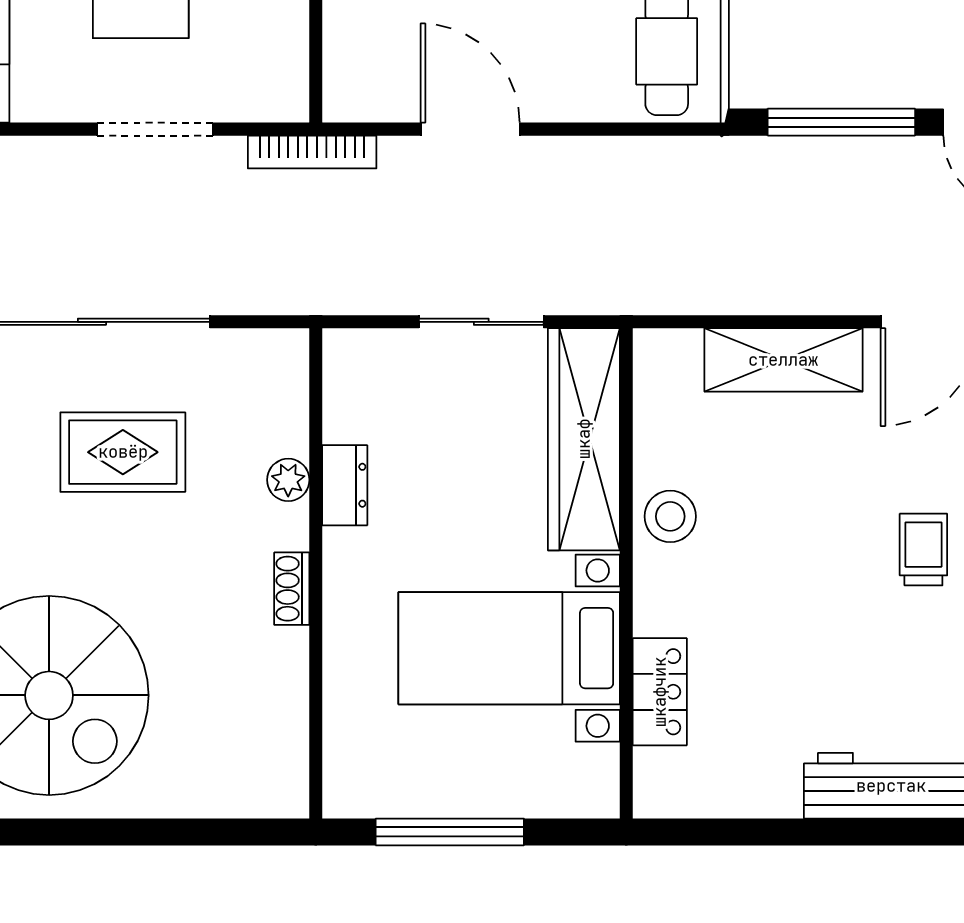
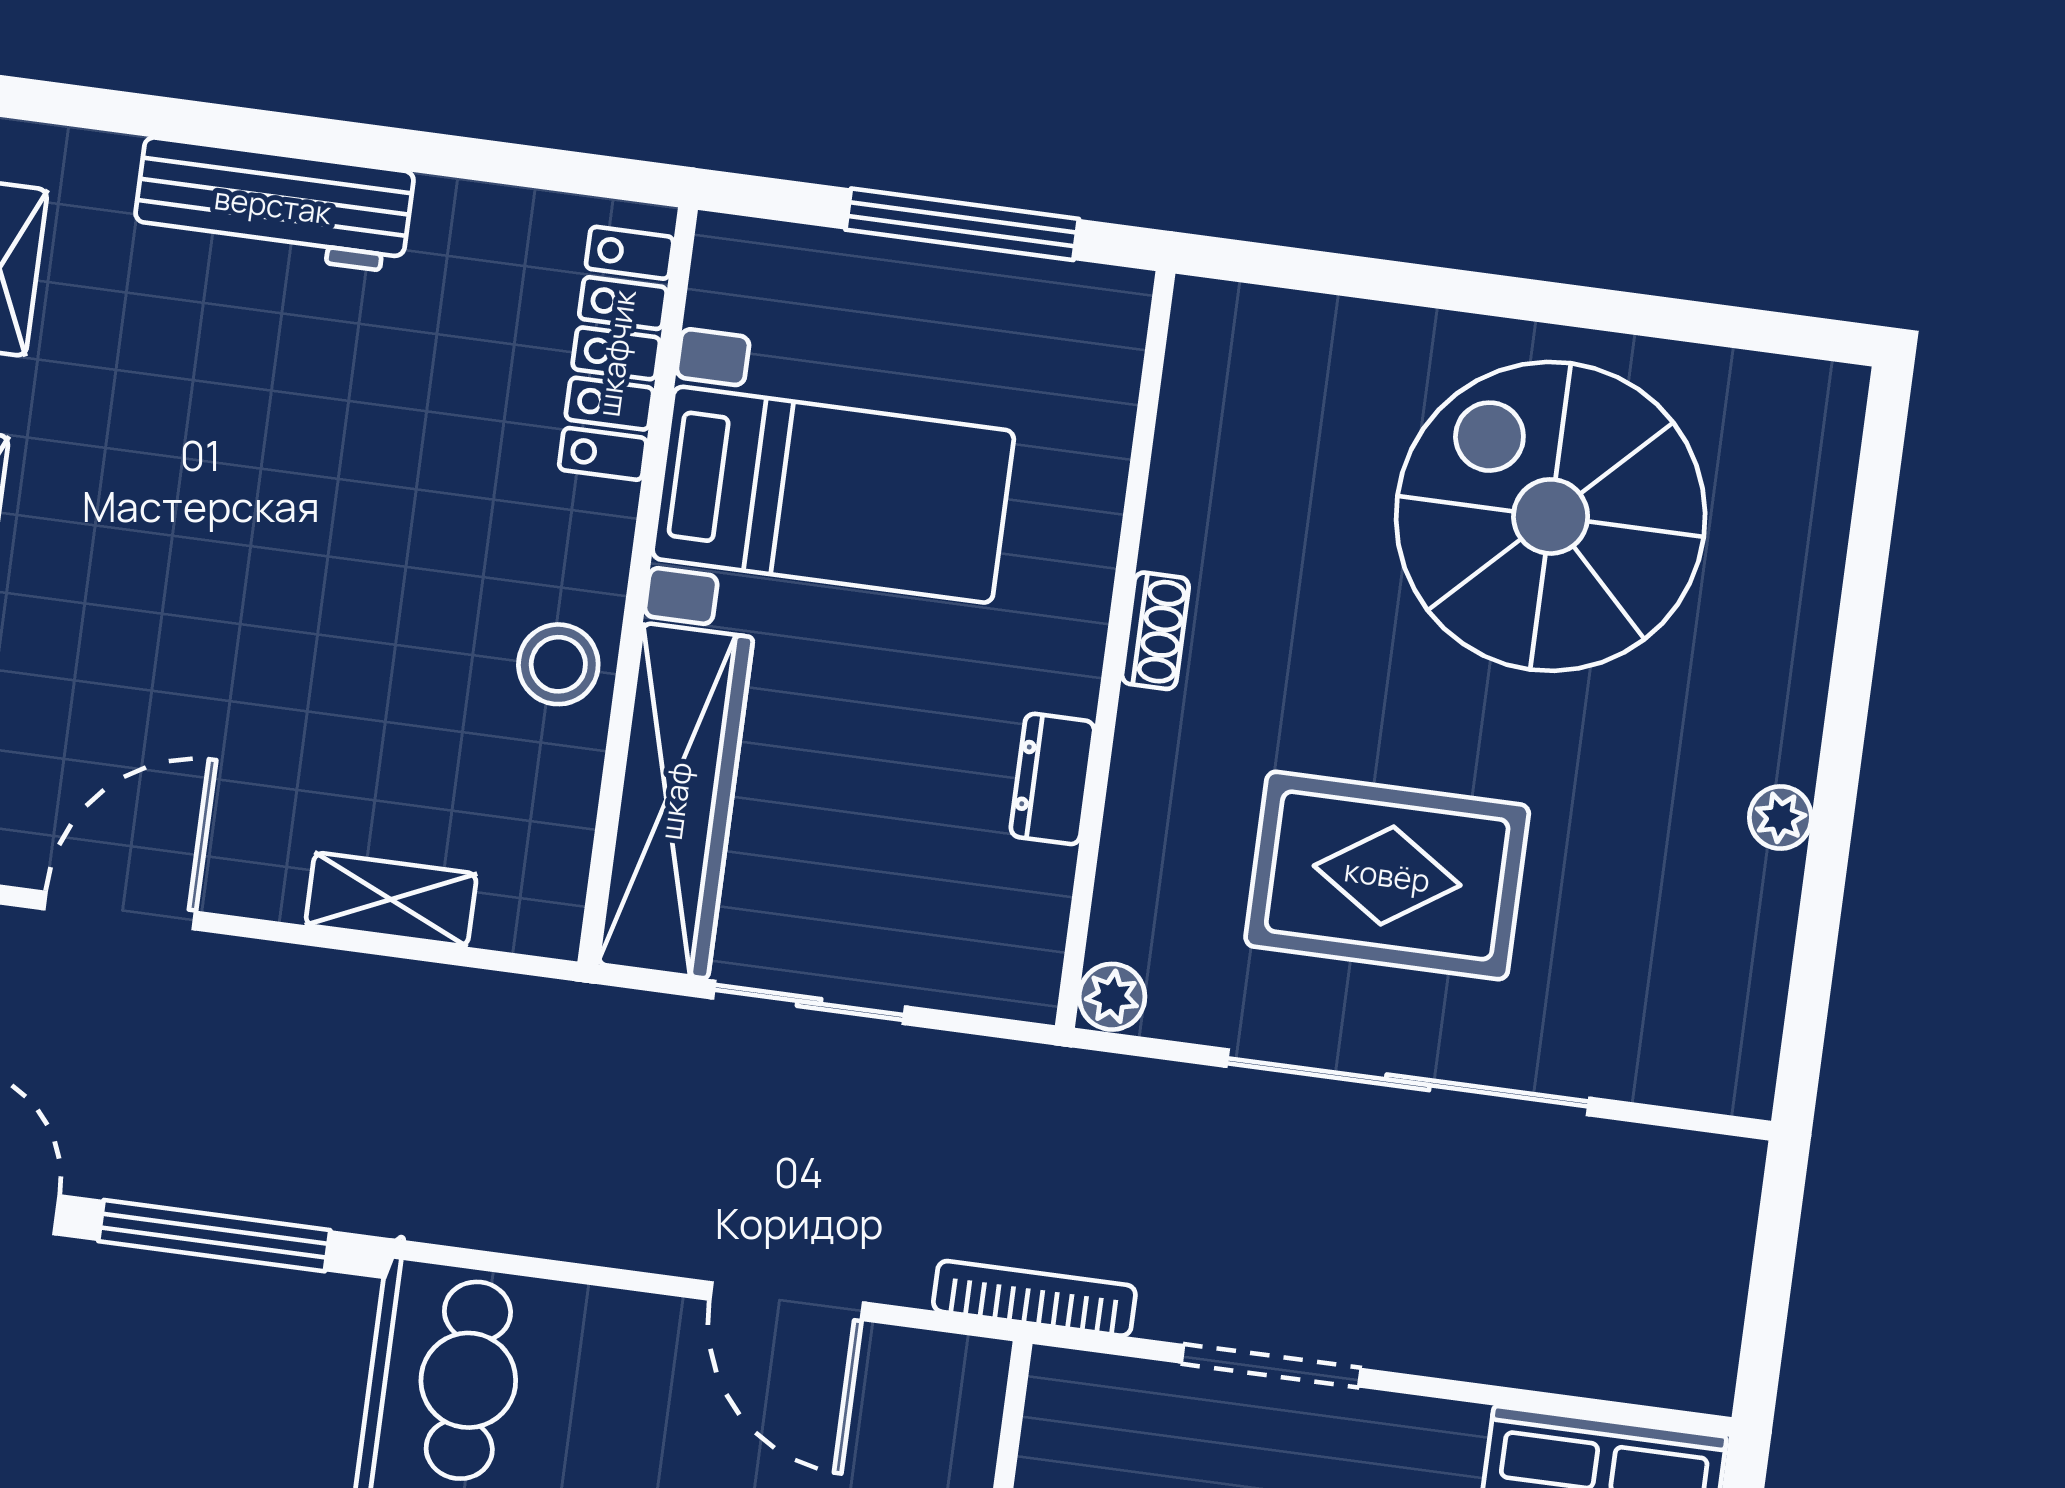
shelving: (783, 360) -> (391, 899), width x0.67, depth x0.75
rug: (123, 452) -> (1387, 875), width x1.36, depth x1.43
plant: (288, 480) -> (1112, 997), moved
trolley: (923, 550) -> (176, 561), removed
locker: (660, 692) -> (616, 353), width x1.53

